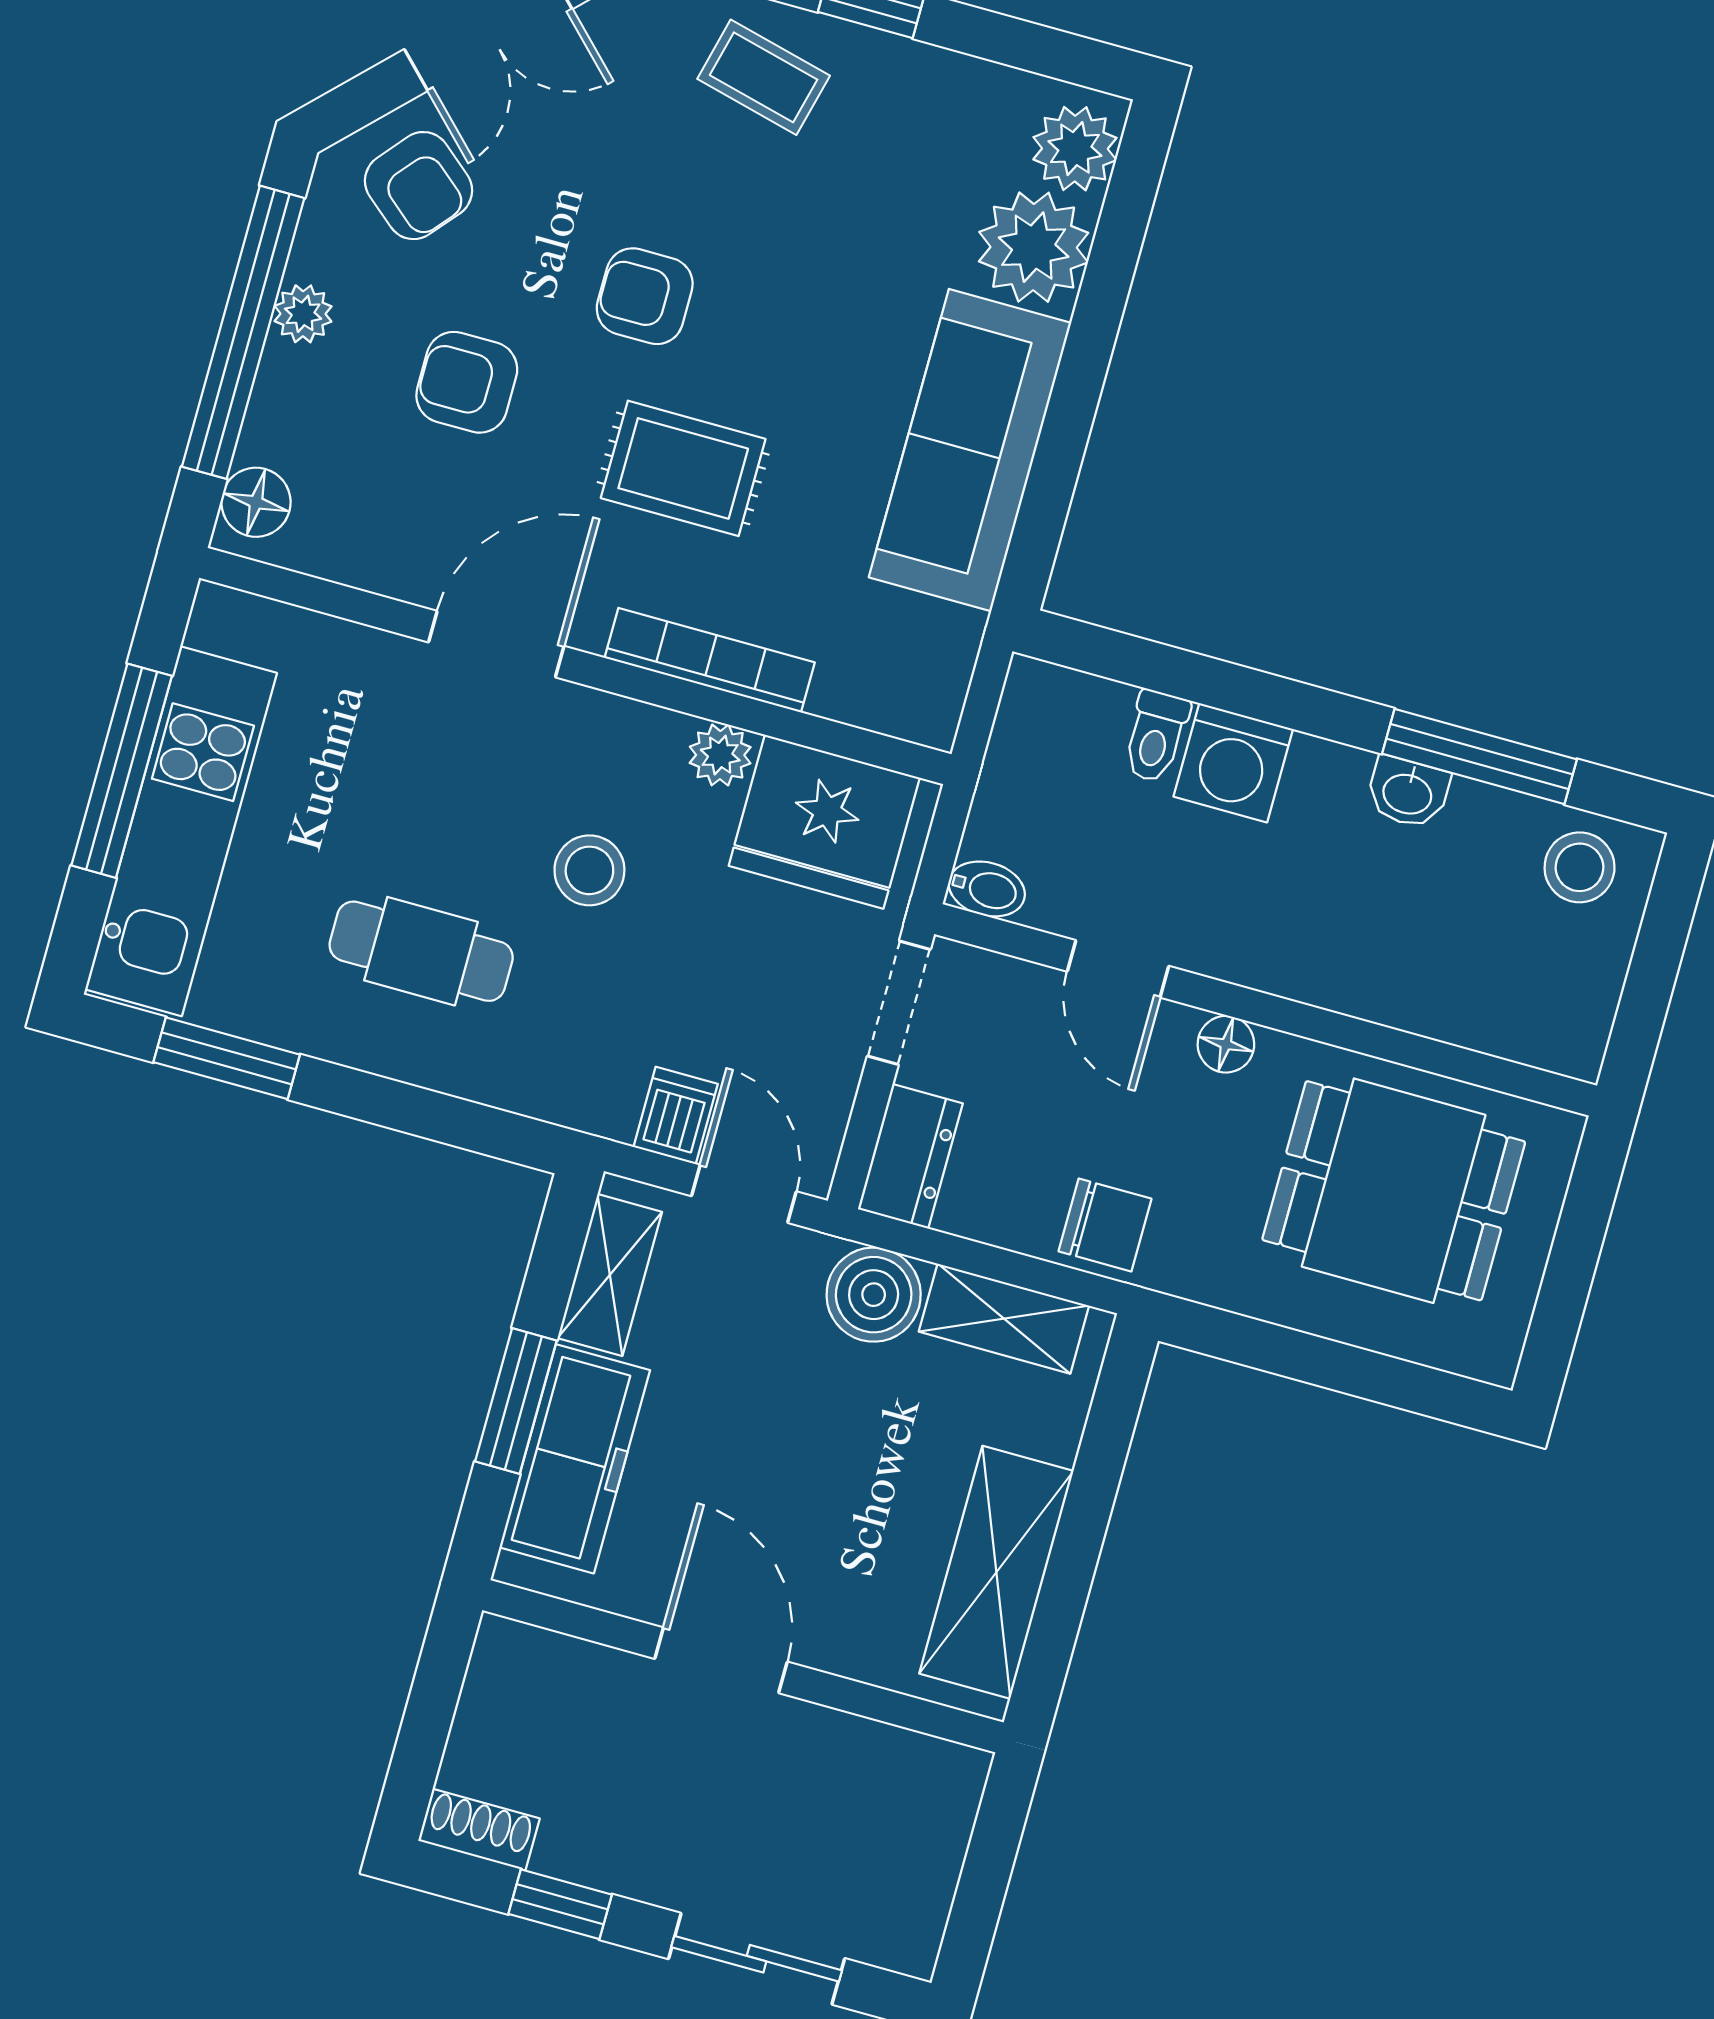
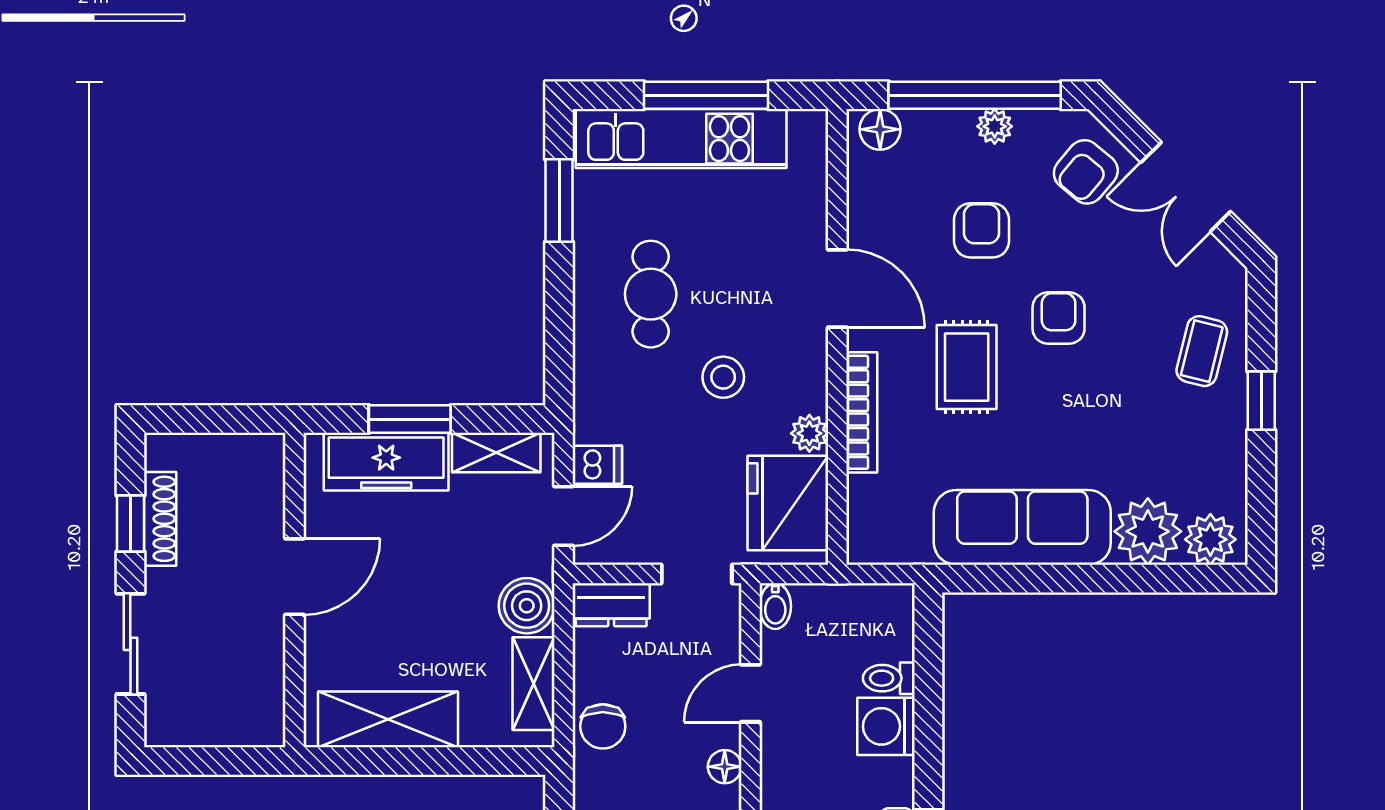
shoe rack: (479, 1830) -> (160, 519), moved, width x1.43

